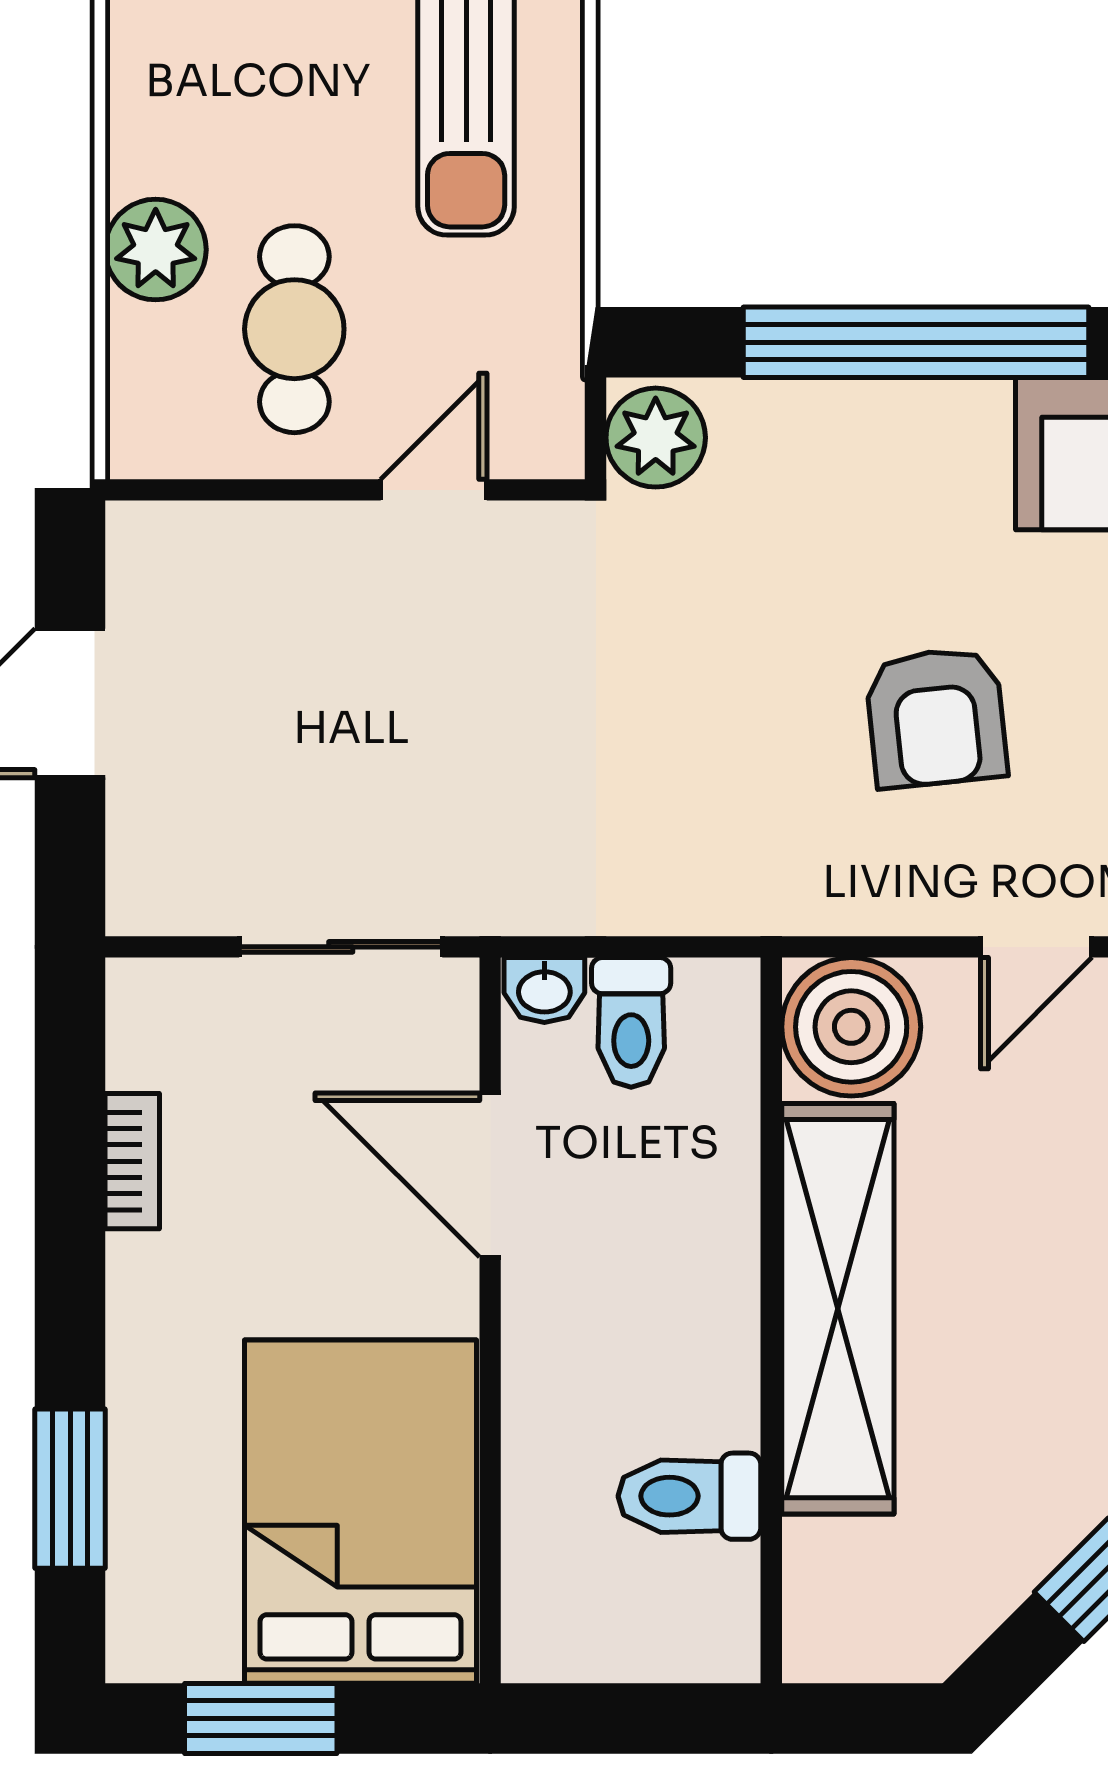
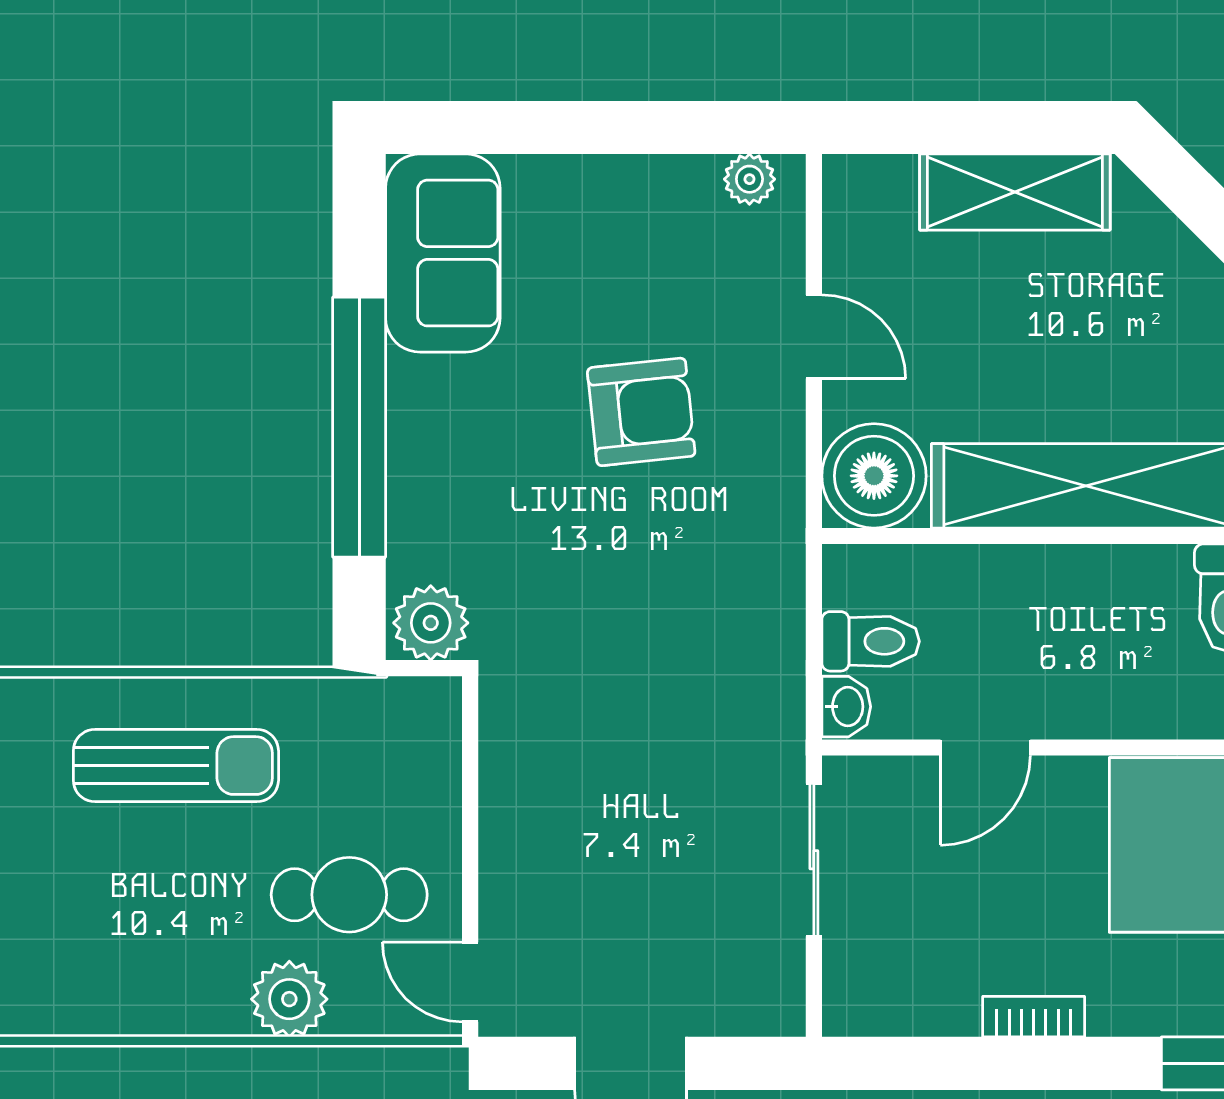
door: (434, 490) -> (470, 982), moved
bookcase: (132, 1161) -> (1034, 1017), moved
door: (490, 1175) -> (985, 747), width x0.73

